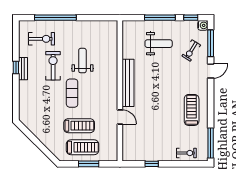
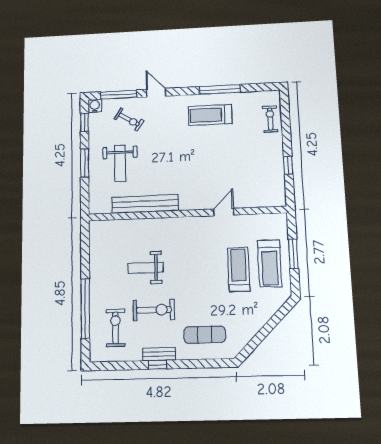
window: (160, 18) -> (85, 163), width x0.69
weight bench: (159, 44) -> (120, 163), turned 180
exercise bike: (53, 66) -> (154, 310), turned 180
bench: (128, 83) -> (145, 204), moved
exercise mat: (72, 93) -> (205, 335), moved
window: (211, 143) -> (220, 89), moved
treadmill: (82, 147) -> (270, 263), turned 180

